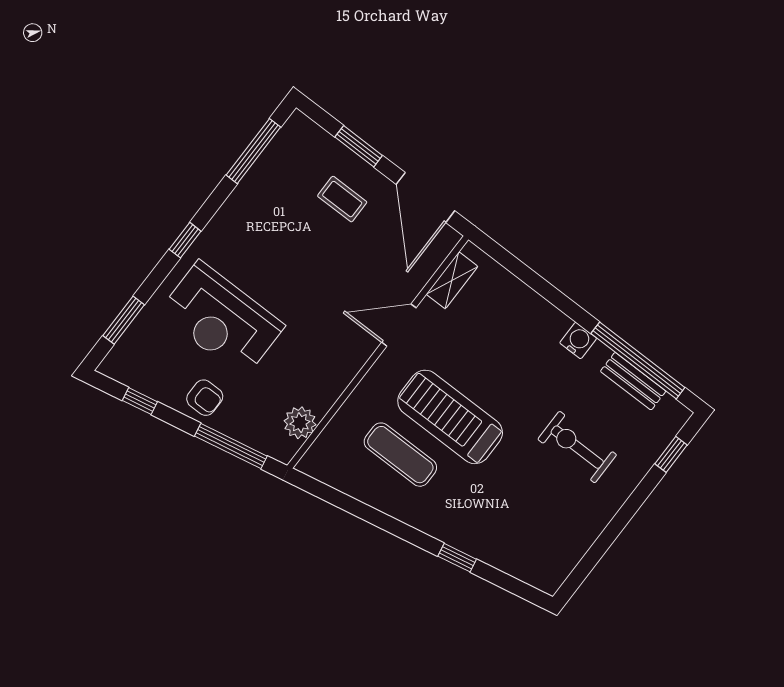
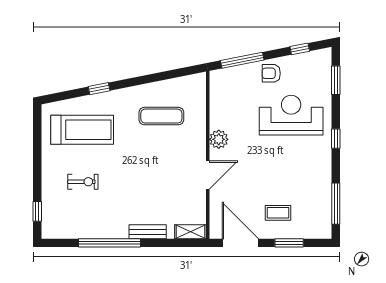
shelving: (452, 280) -> (190, 232), moved, turned 90
water cooler: (578, 340) -> (120, 231), removed
window: (638, 361) -> (110, 243), moved
bench: (633, 381) -> (148, 232), moved
treadmill: (450, 417) -> (82, 130), moved
plant: (300, 423) -> (219, 139), moved
exercise bike: (577, 447) -> (83, 182), width x0.73, depth x0.72

